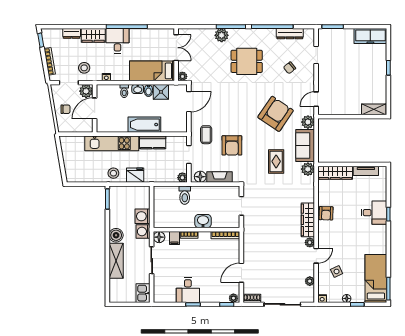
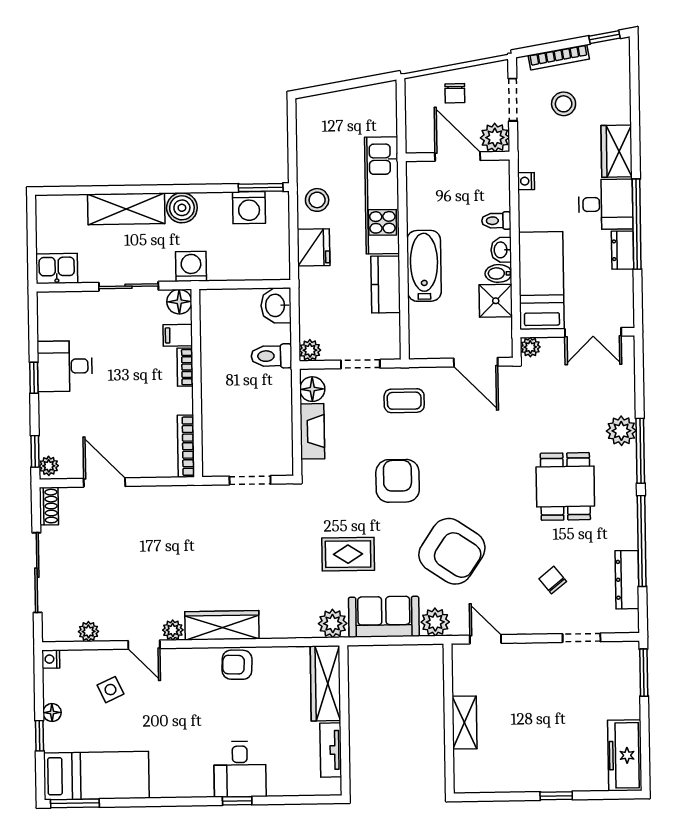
dresser: (72, 33) -> (623, 250), moved
stool: (84, 68) -> (564, 104), moved
shelving: (374, 109) -> (464, 723), moved
armchair: (232, 145) -> (398, 481), moved, turned 90
washing machine: (143, 216) -> (249, 208), moved, turned 180
washbasin: (203, 221) -> (276, 305), moved, turned 180

